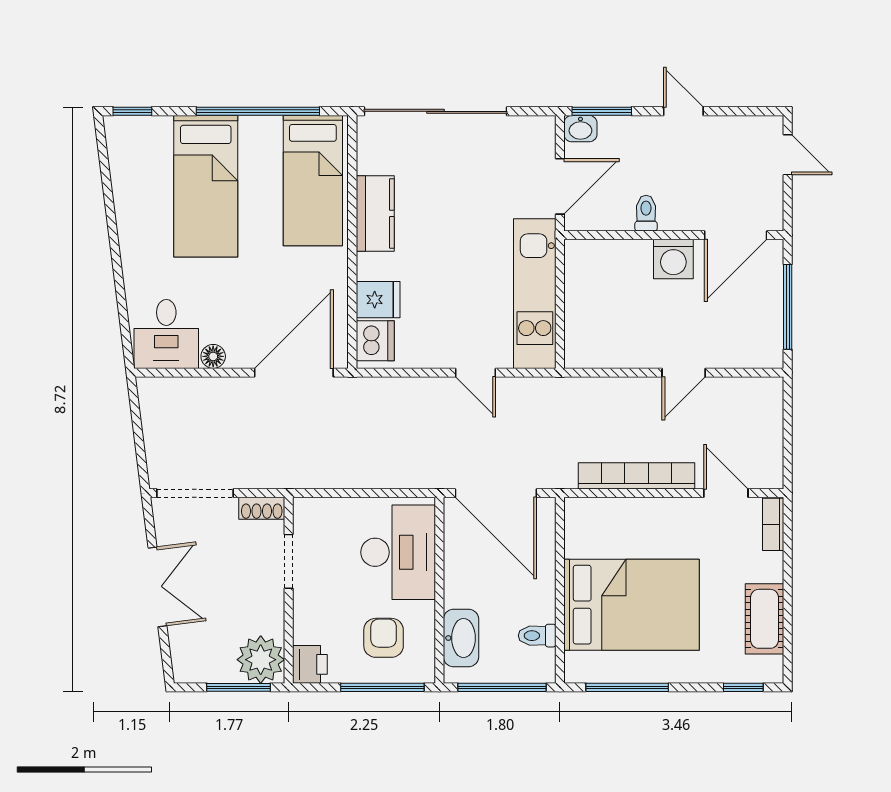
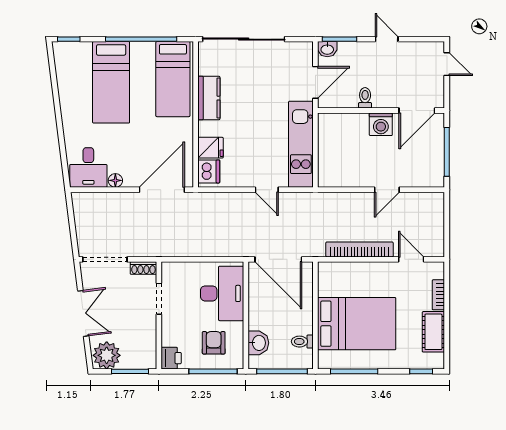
bookcase: (773, 524) -> (438, 295), moved
washbasin: (461, 638) -> (258, 343), width x0.72
plant: (261, 660) -> (107, 355), moved

